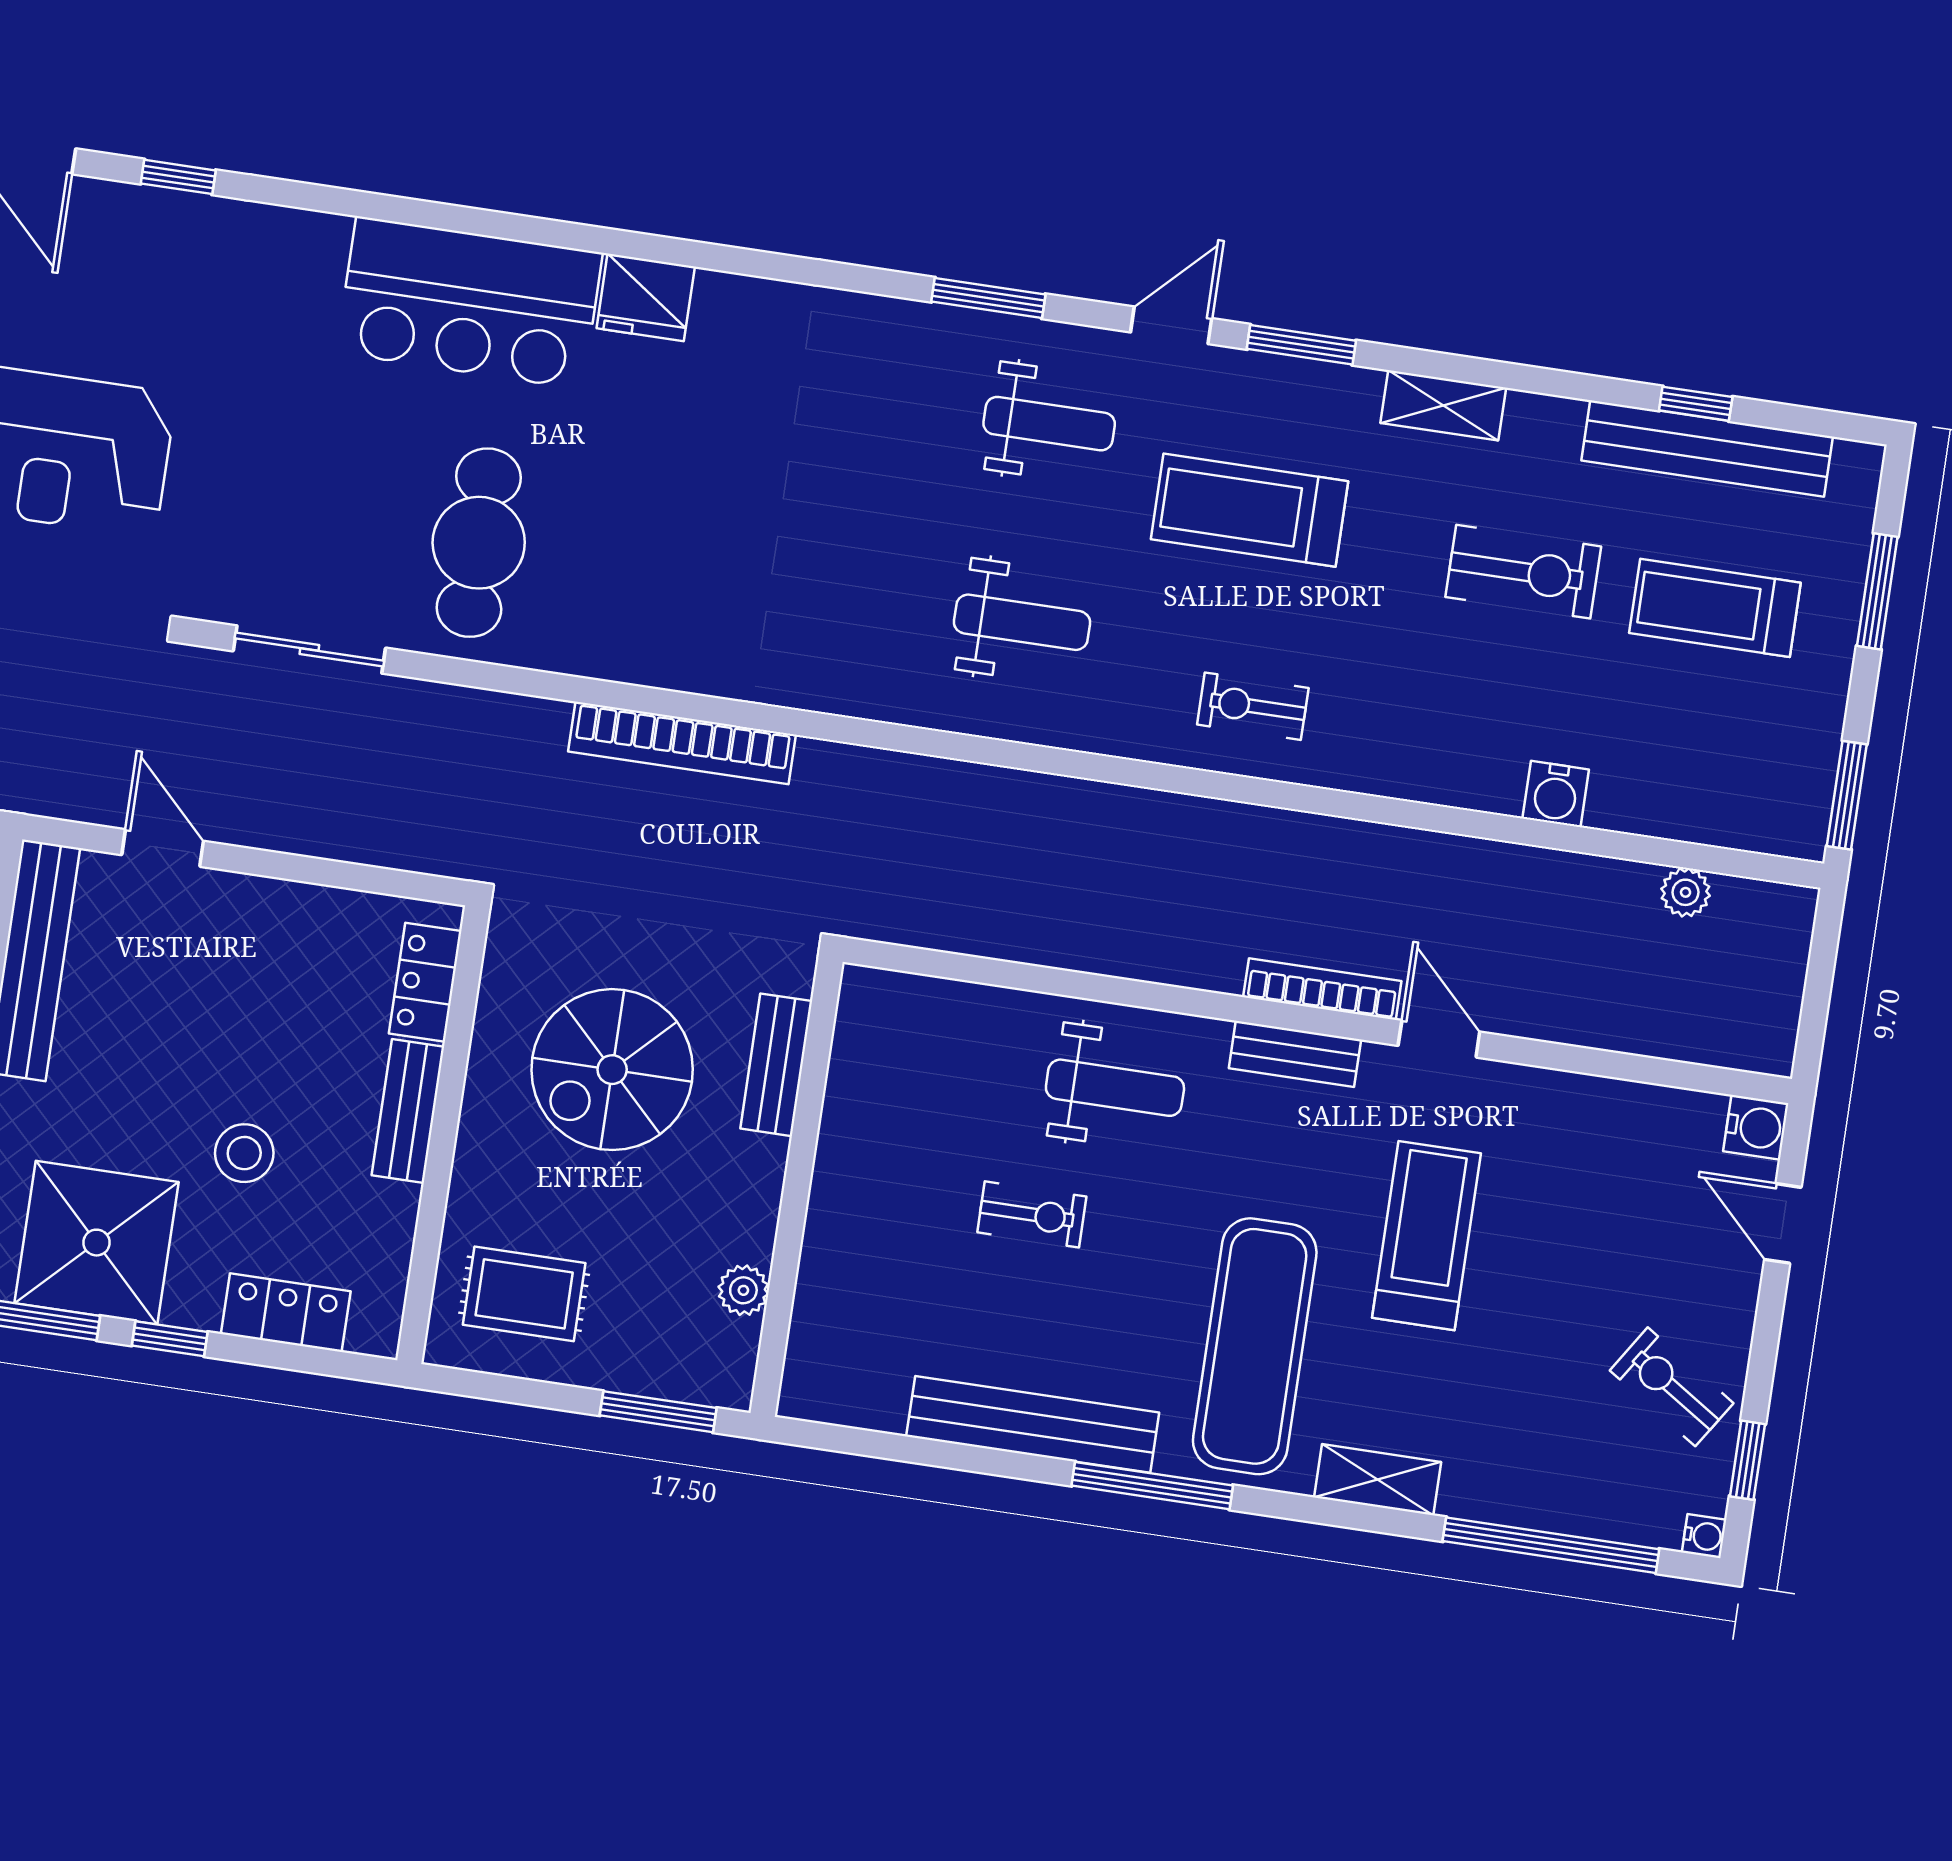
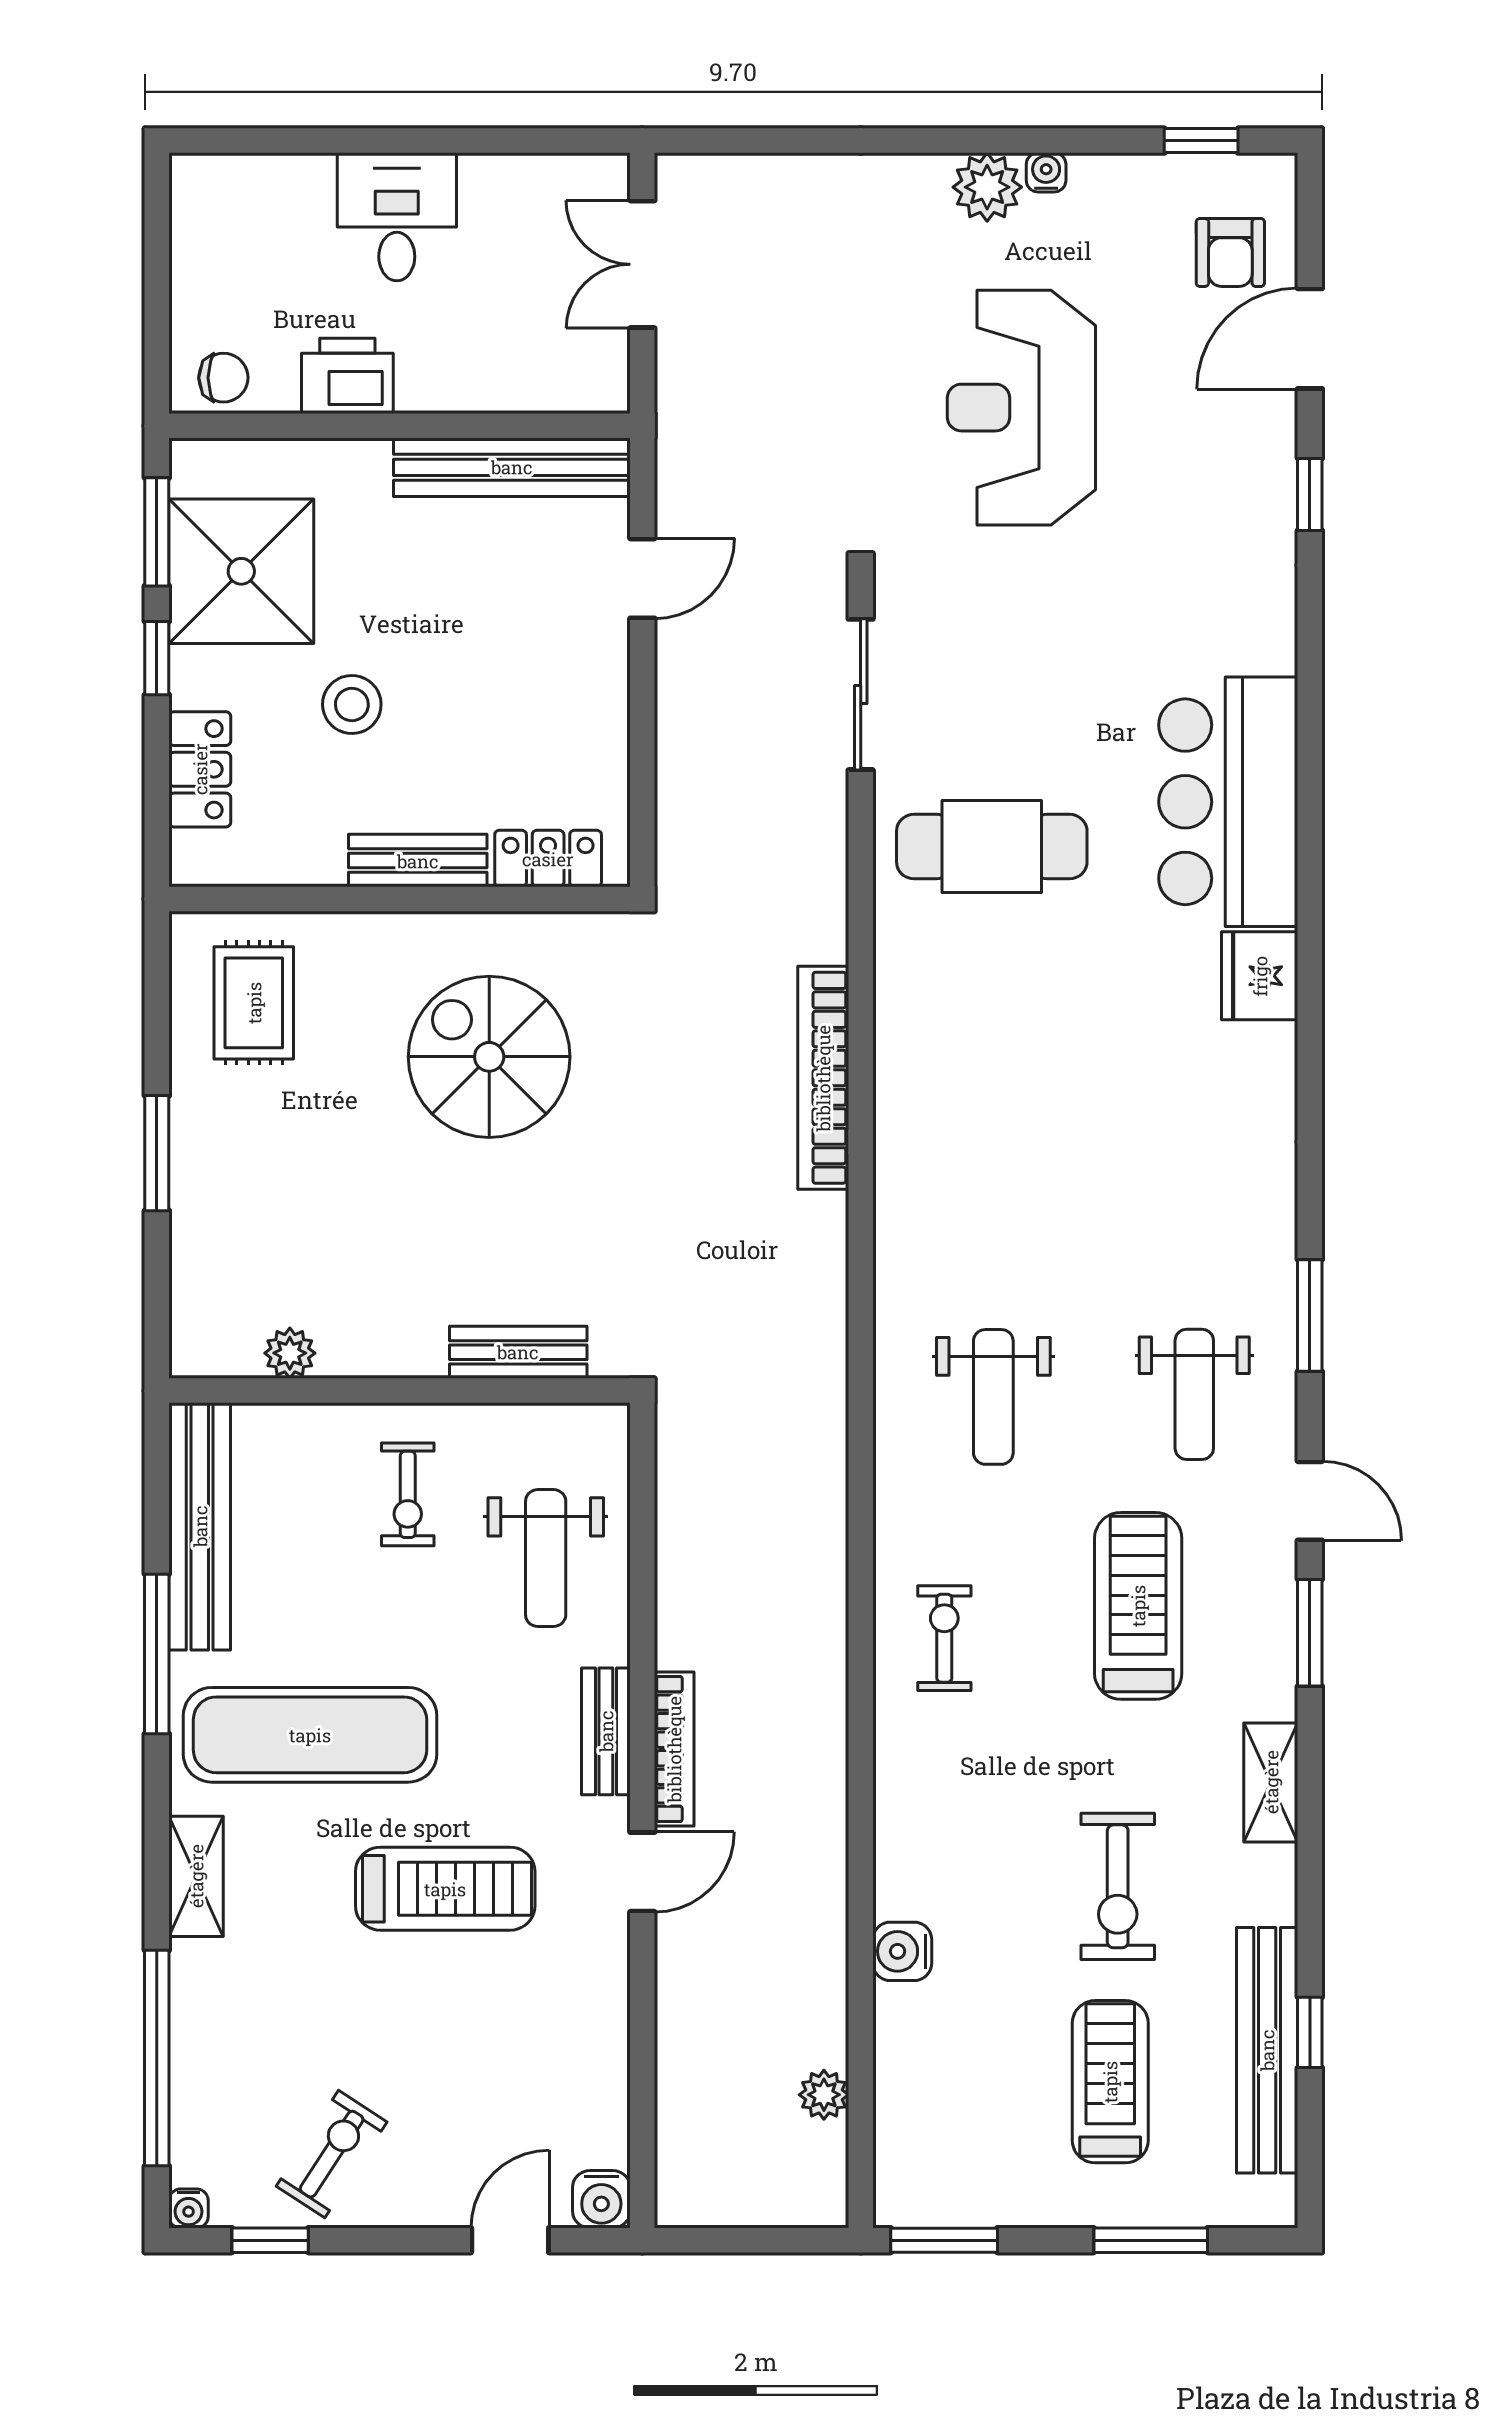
bench: (776, 1065) -> (518, 1352), moved
wall: (797, 1188) -> (400, 1391), moved
plant: (743, 1290) -> (290, 1353), moved

